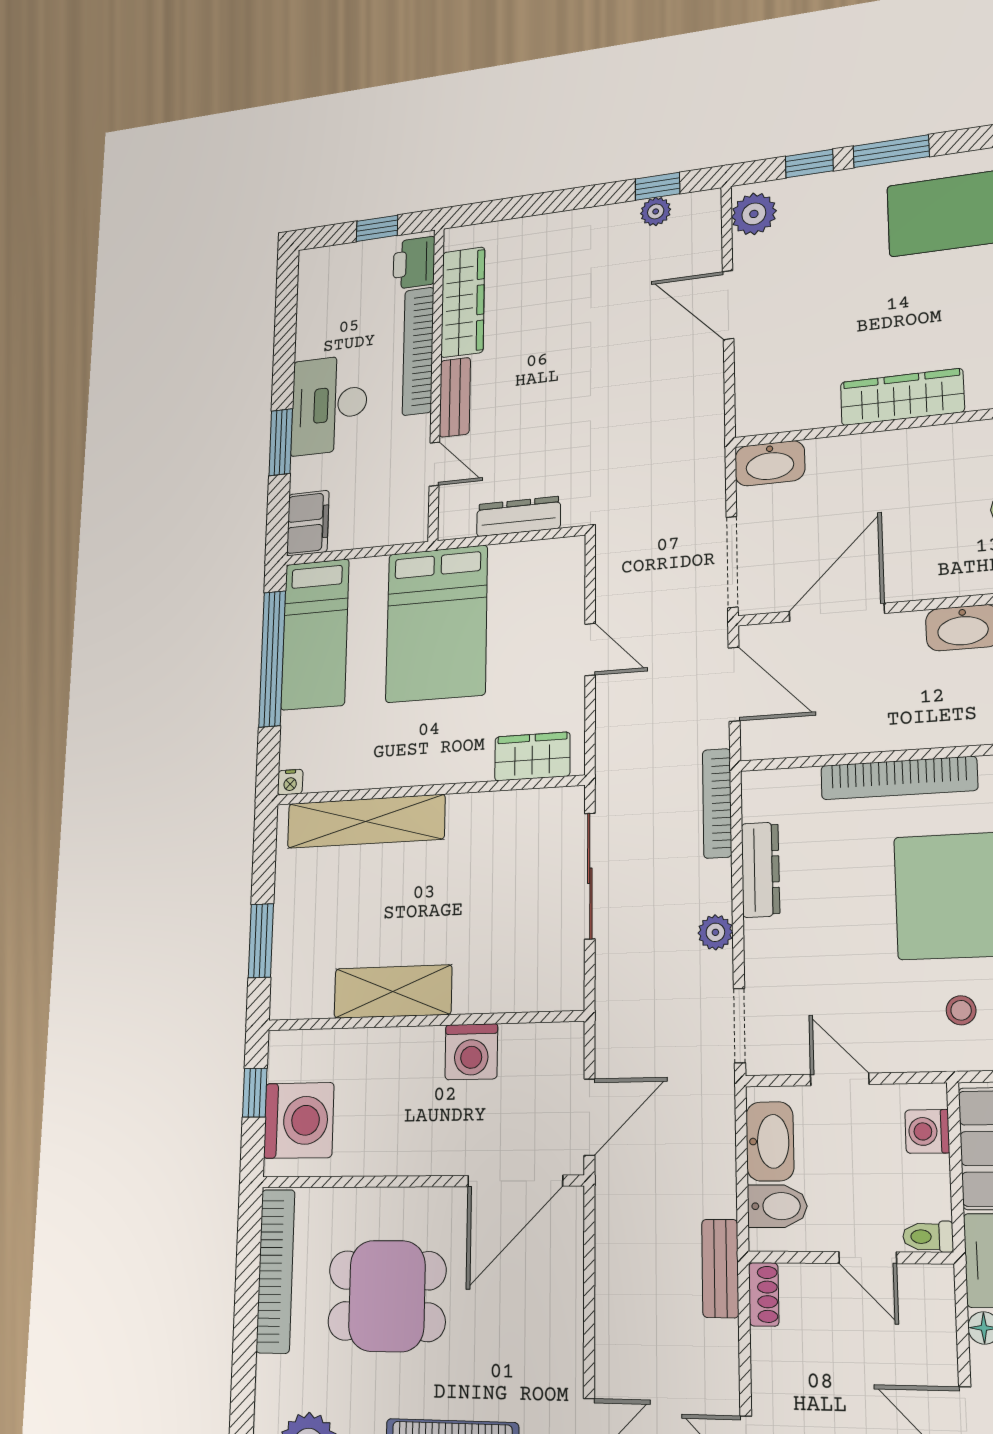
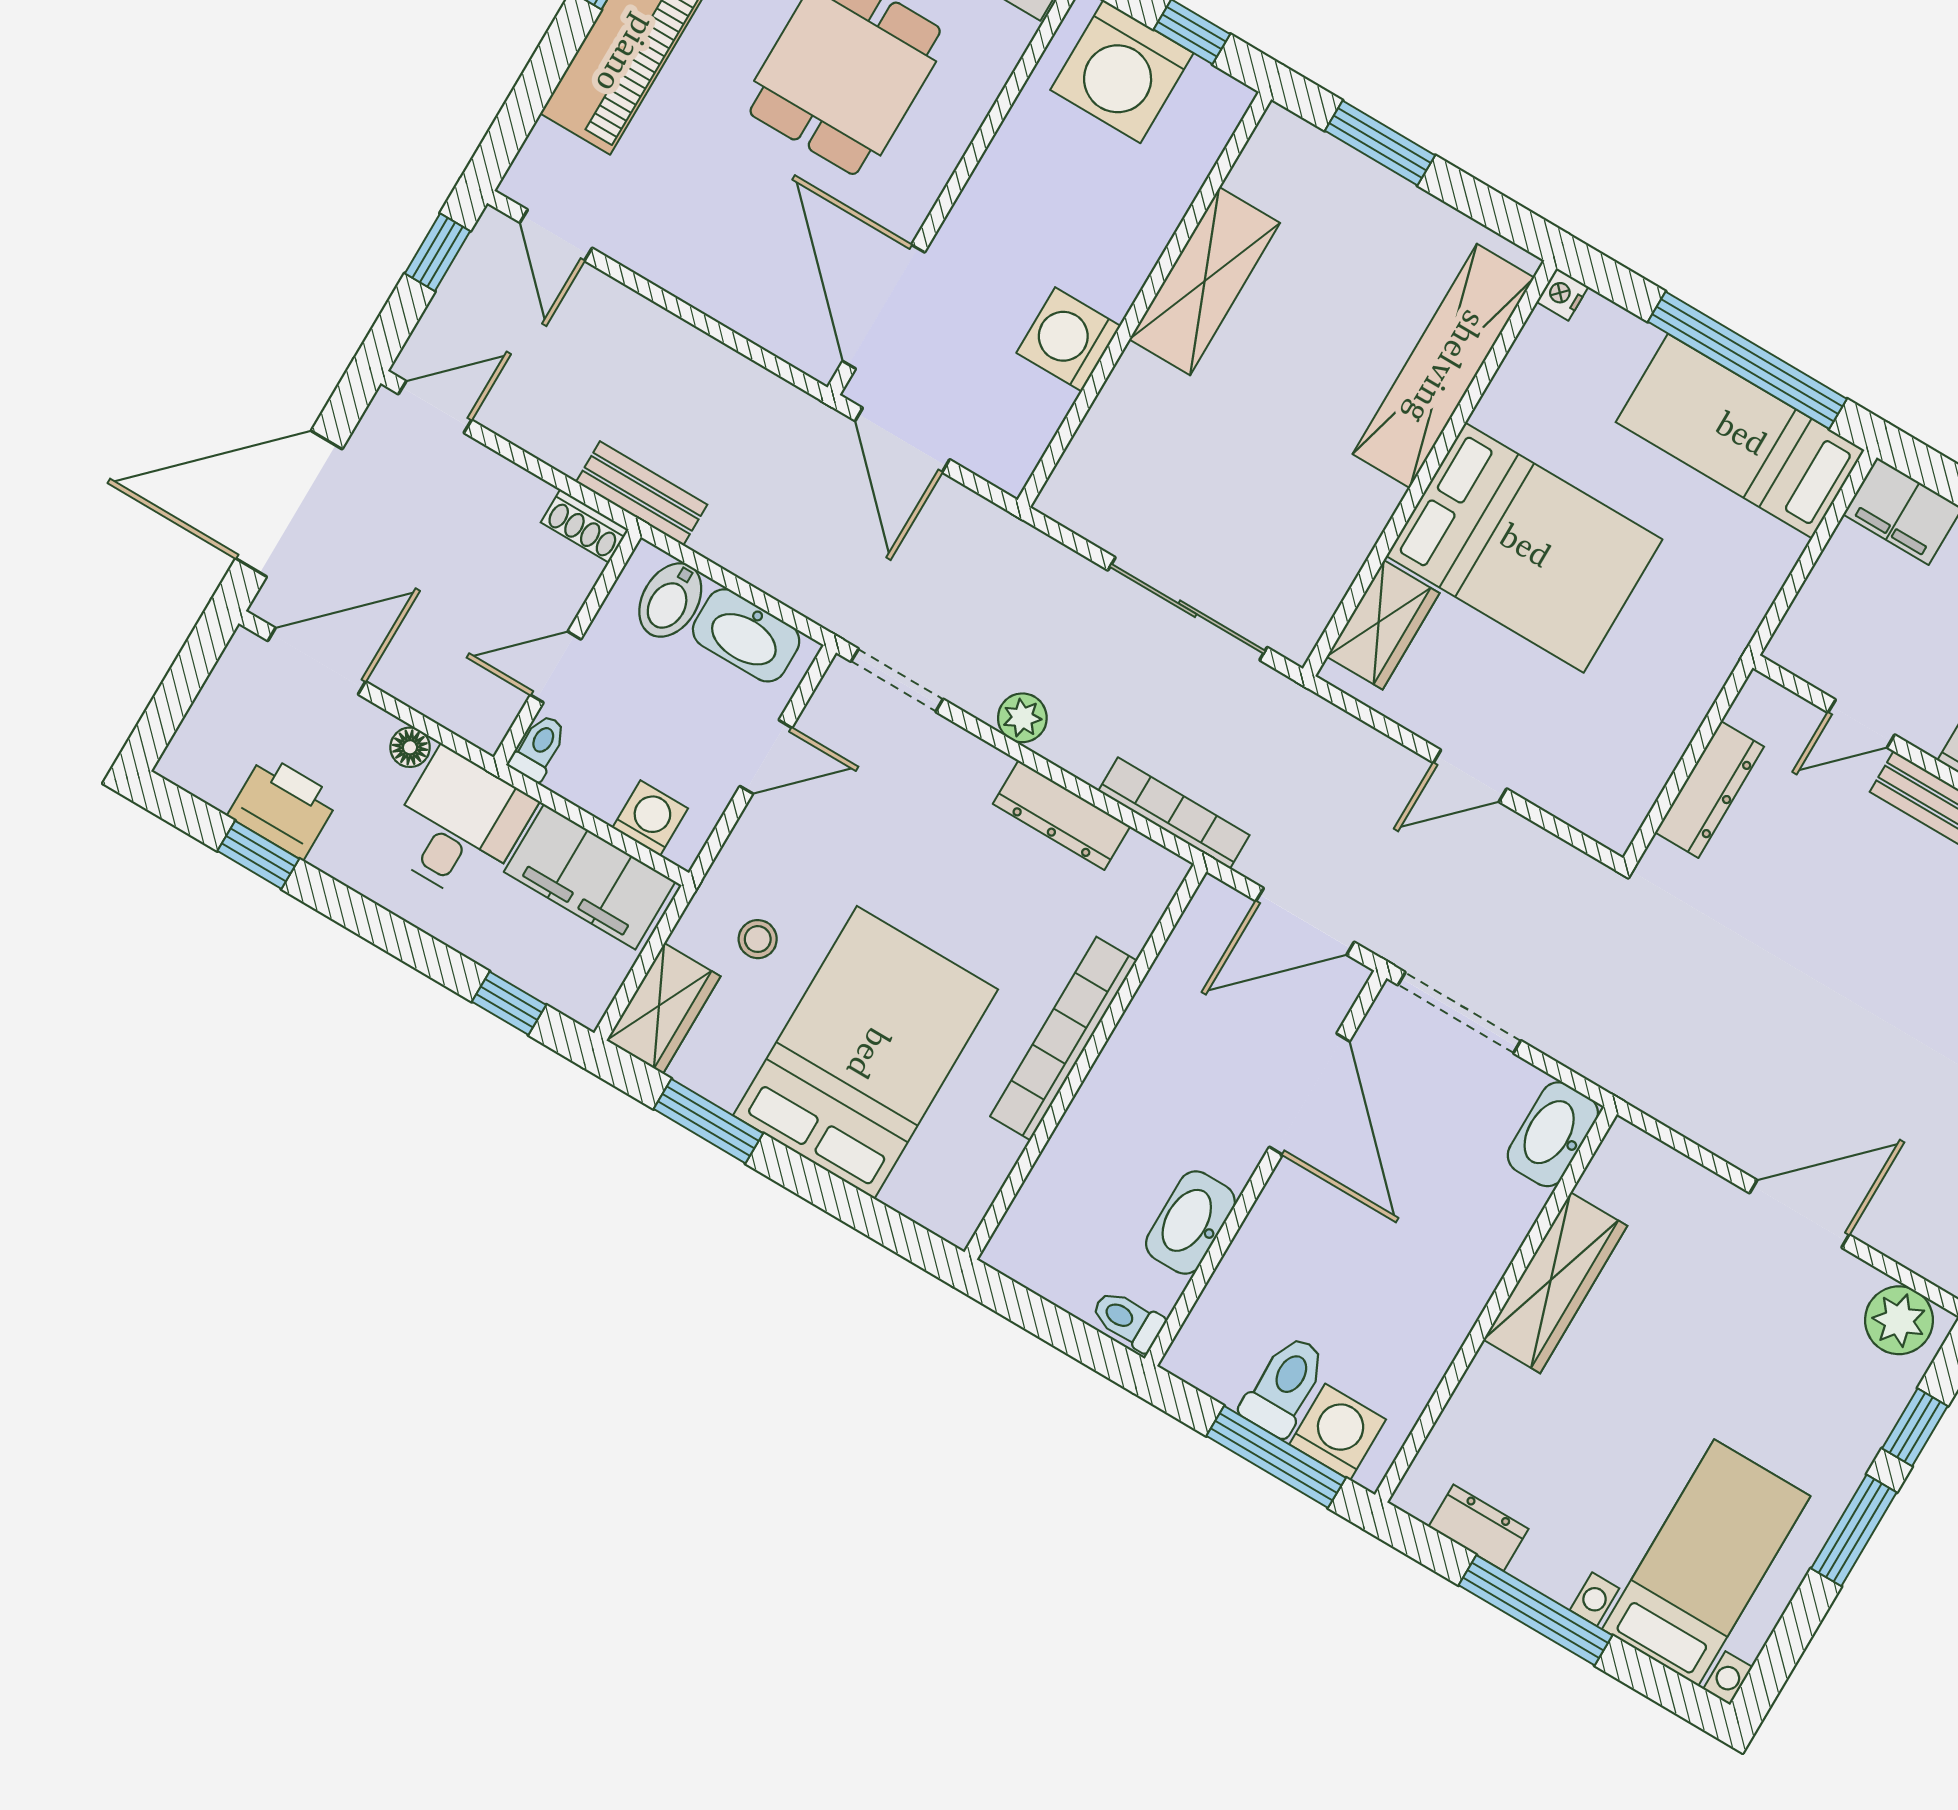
wardrobe: (902, 397) -> (1555, 1283), moved
bed: (437, 624) -> (1524, 548), moved, turned 180

